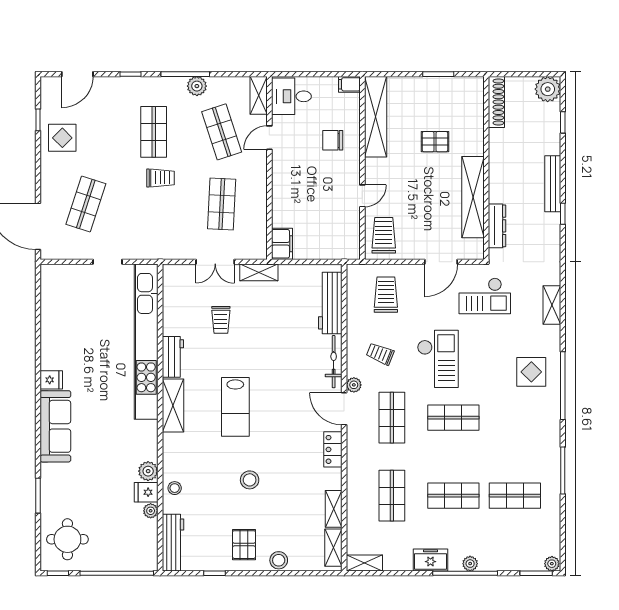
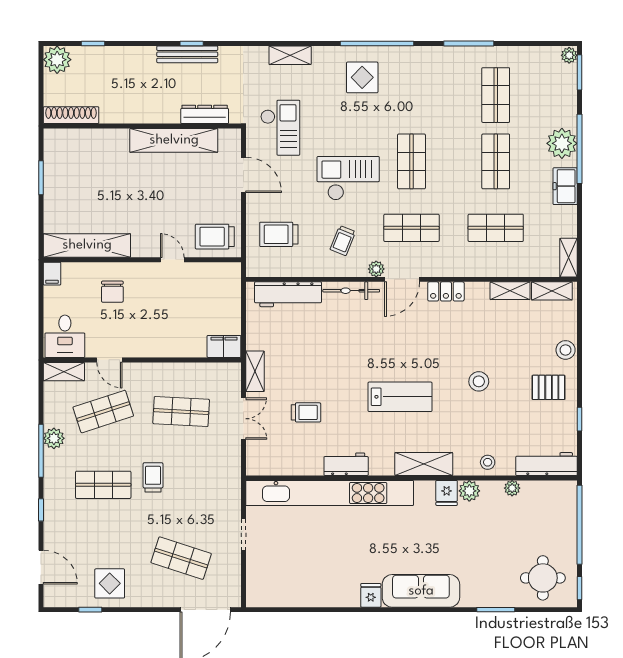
pallet: (435, 142) -> (114, 181), removed
bench: (553, 184) -> (187, 54), moved
shelving: (173, 406) -> (424, 464), moved
fridge: (146, 492) -> (447, 493), moved
plant: (470, 564) -> (562, 143), width x1.88, depth x1.88

